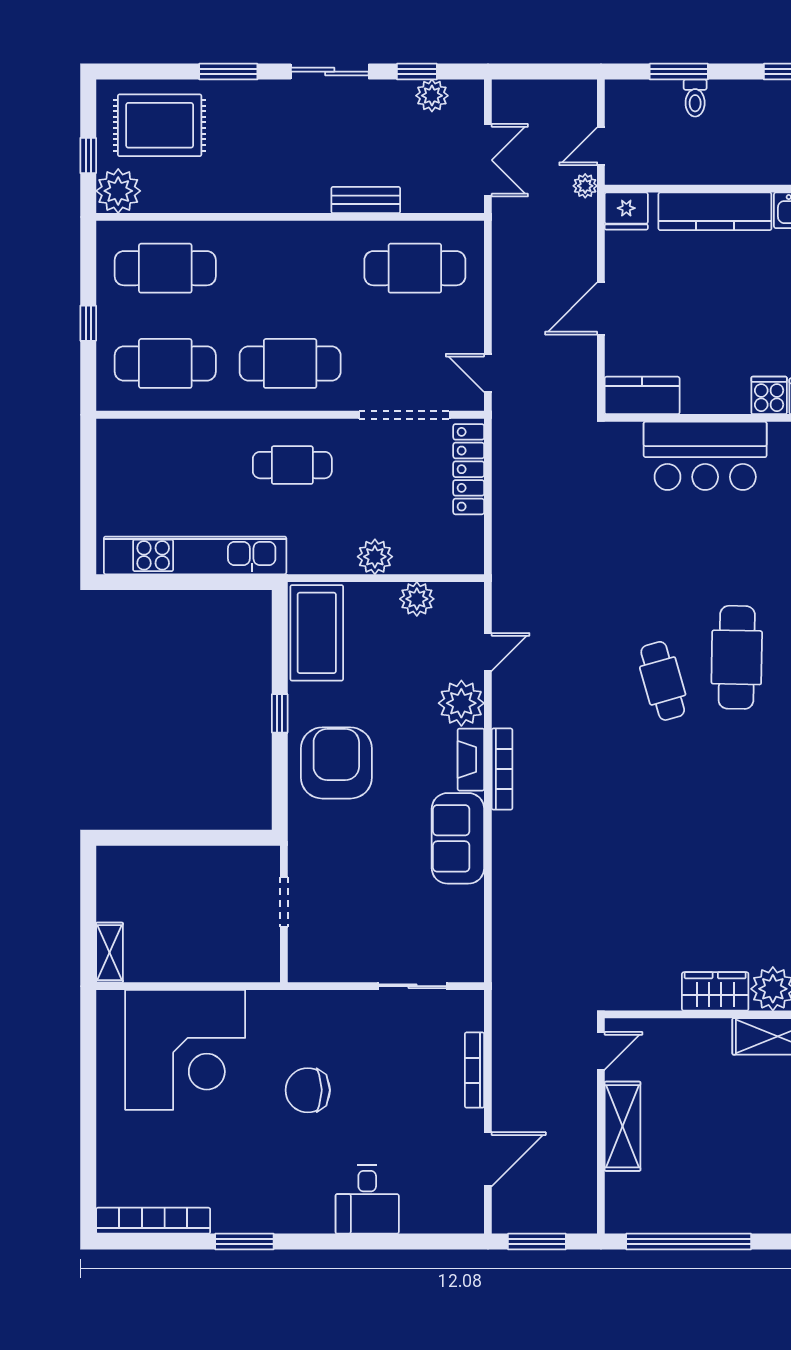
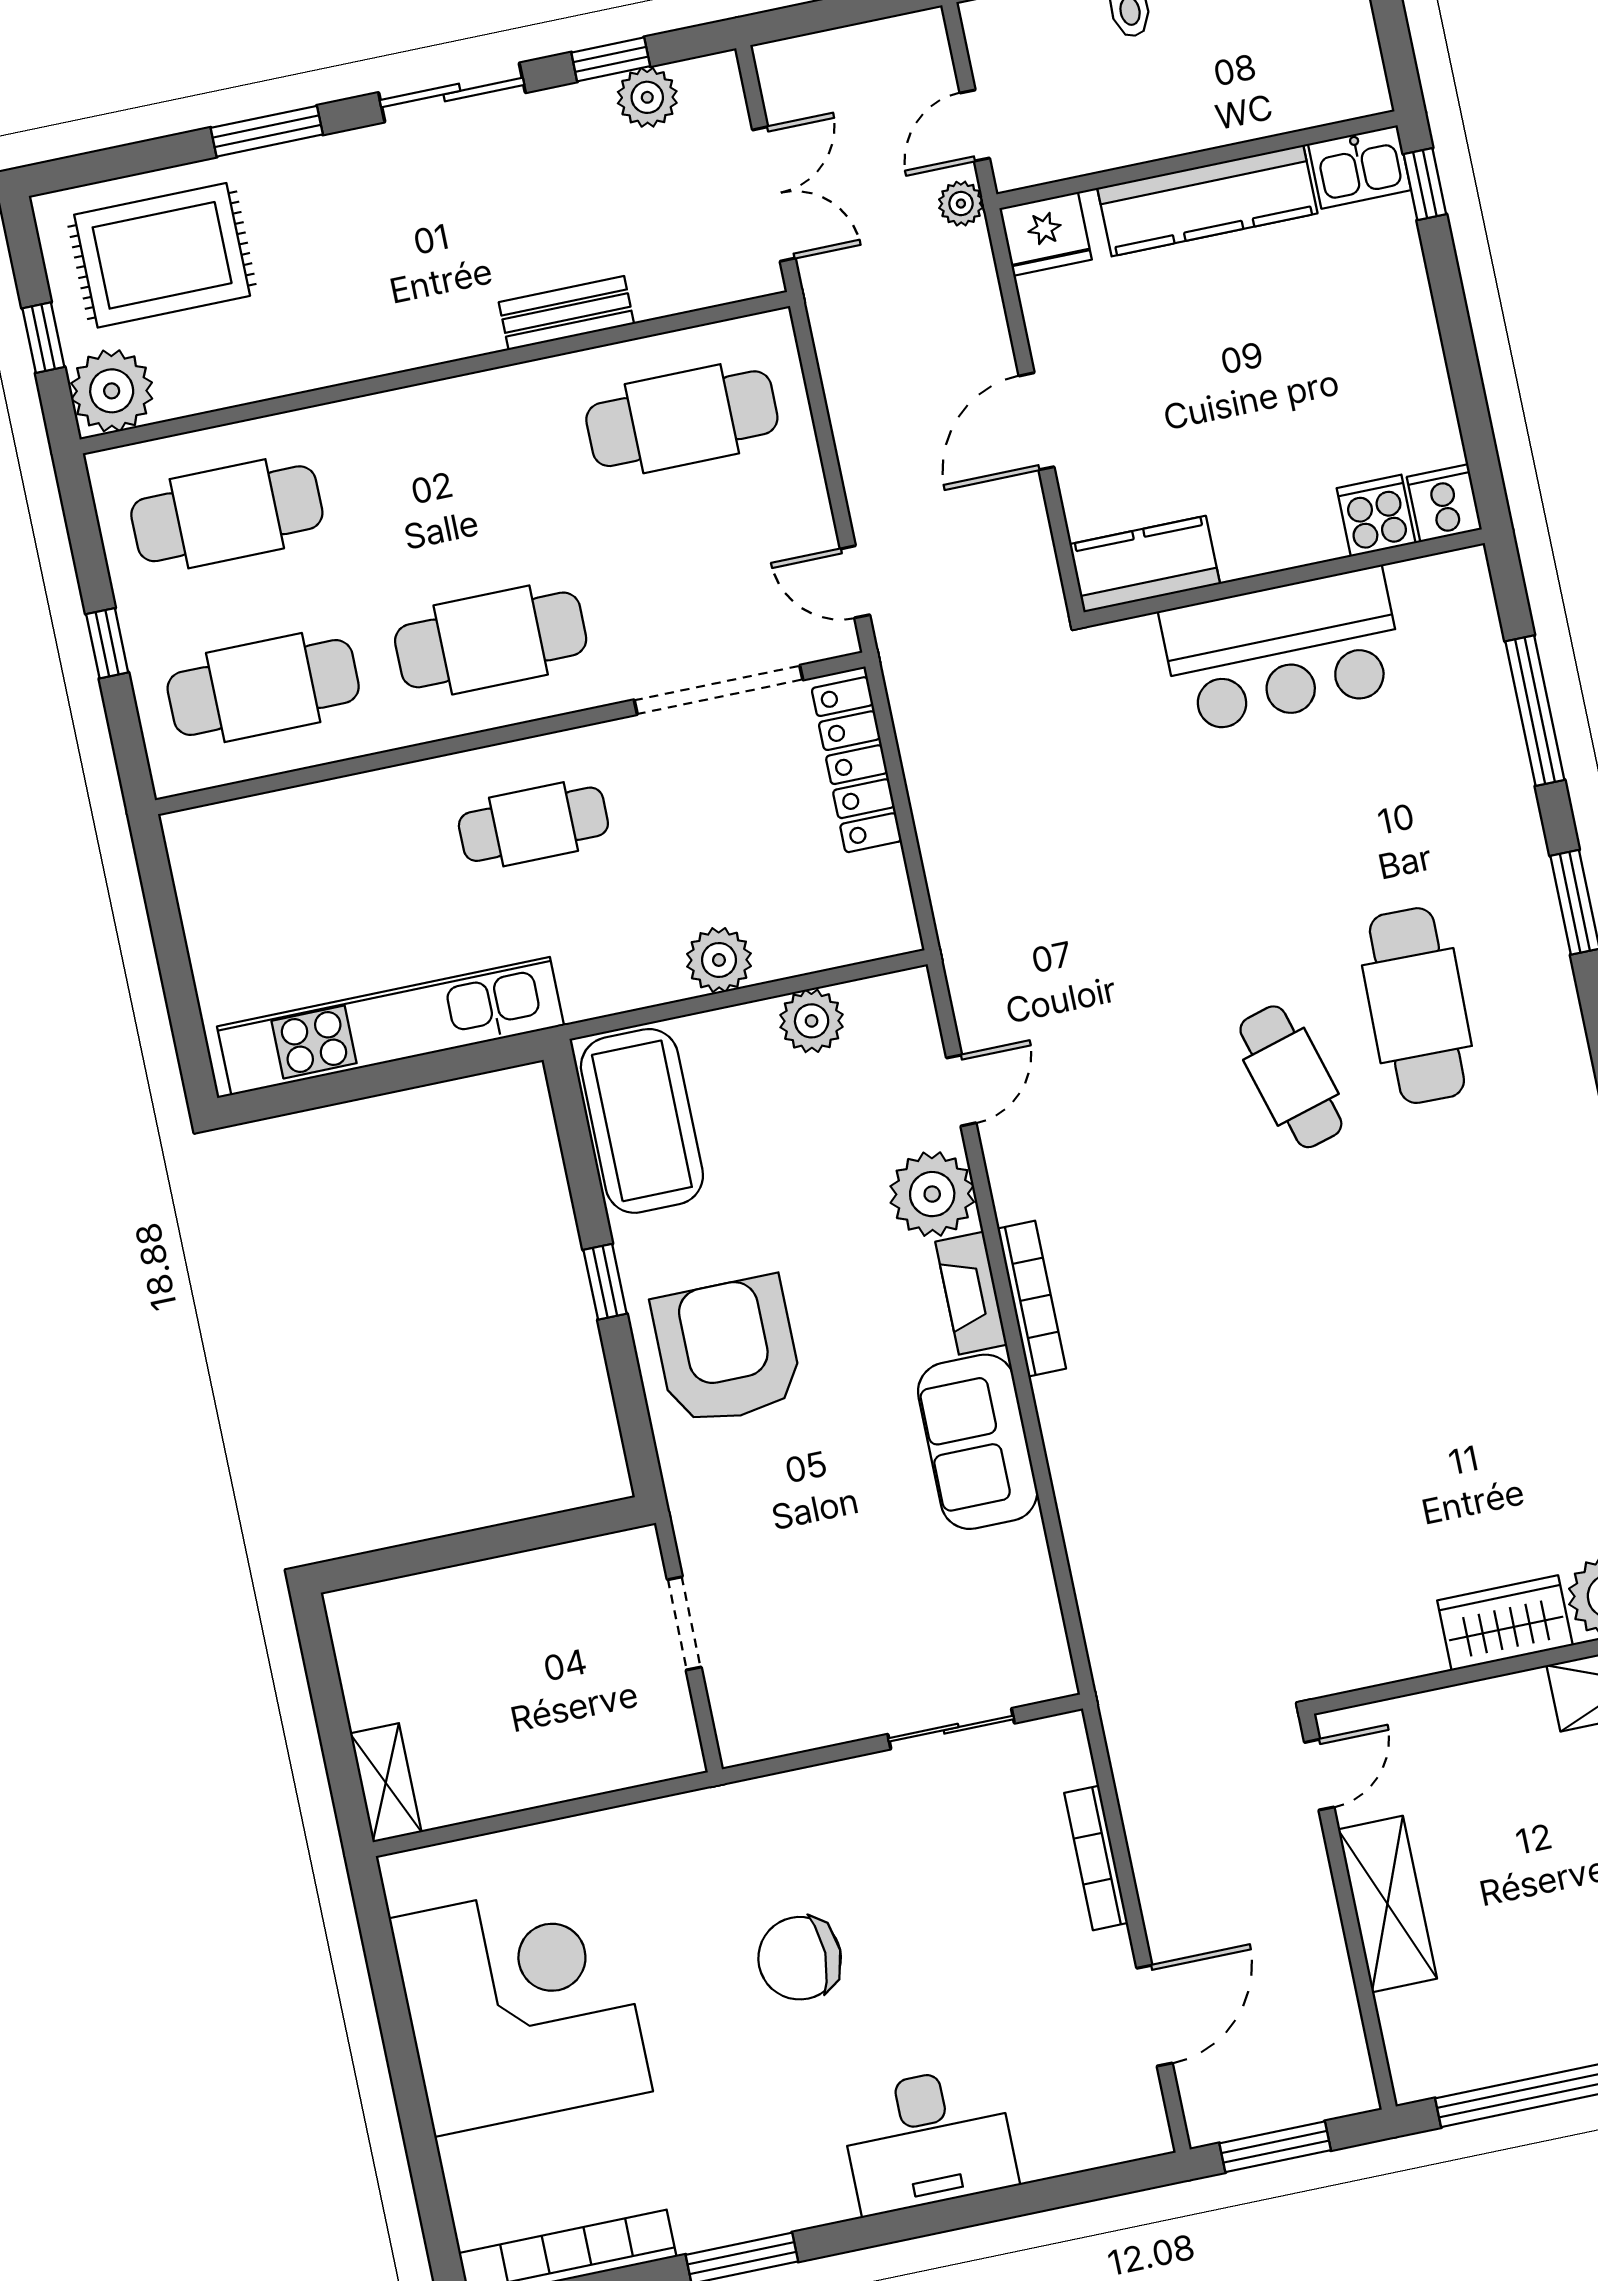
corner desk: (185, 1050) -> (521, 2005), moved, turned -90
desk: (367, 1200) -> (928, 2139), width x1.37

